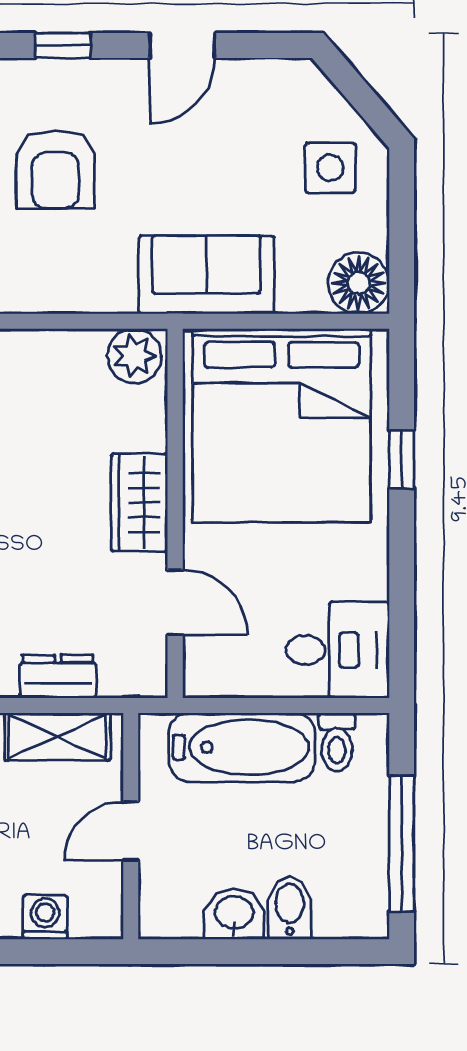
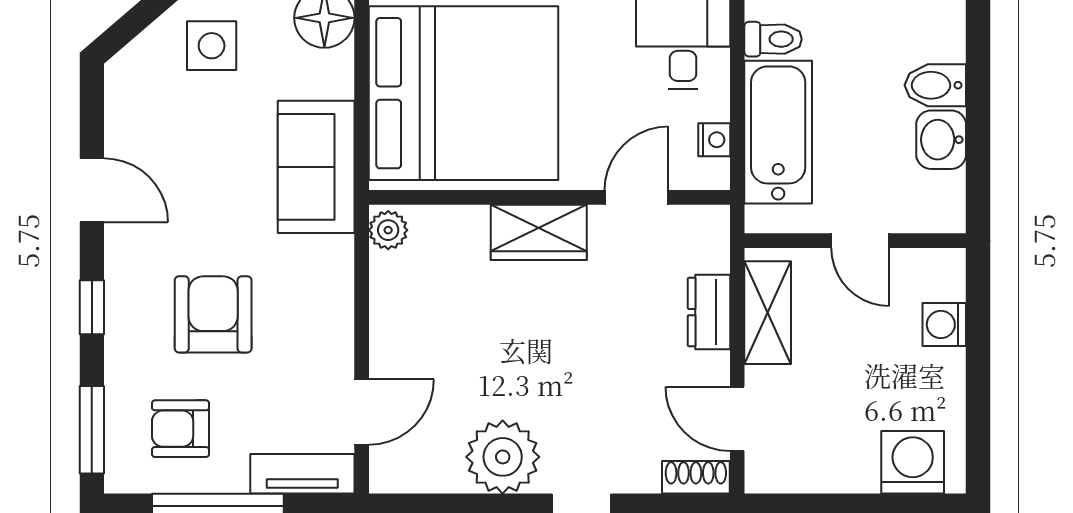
armchair: (55, 169) -> (213, 314), turned -90
plant: (134, 356) -> (388, 230), width x0.73, depth x0.73
nightstand: (234, 682) -> (714, 140), added

